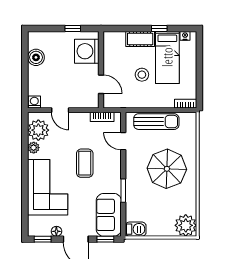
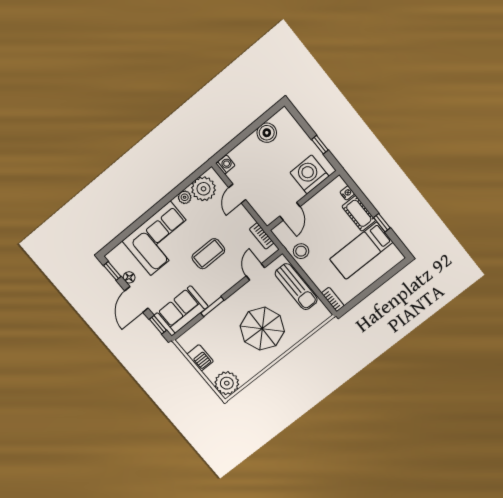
nightstand: (185, 36) -> (347, 193), moved
stool: (142, 75) -> (301, 251), moved
barbecue: (136, 229) -> (200, 358), moved

